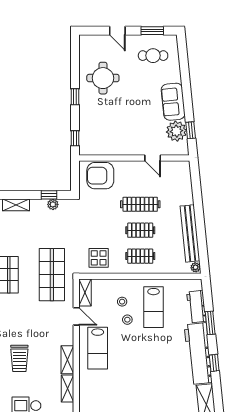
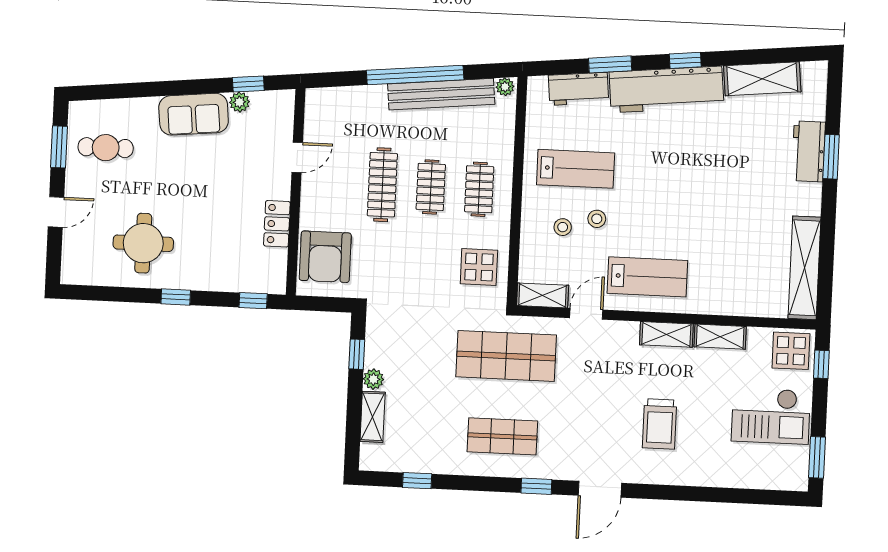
cafe table: (153, 56) -> (106, 148), turned 90
plant: (176, 131) -> (239, 102), width x0.53, depth x0.53
locker: (117, 149) -> (277, 224), added
plant: (53, 204) -> (373, 379), moved
window: (200, 219) -> (415, 75), added
trolley: (19, 358) -> (660, 424), turned 90

